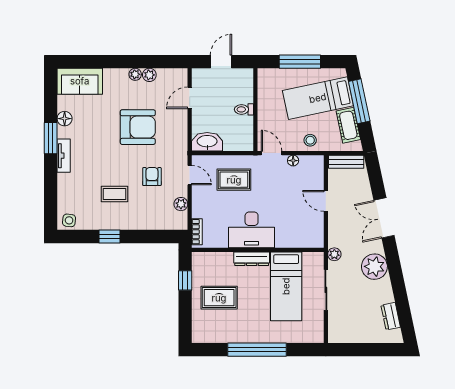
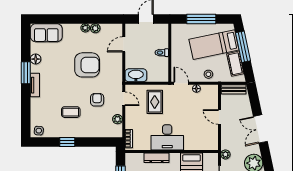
rug: (234, 180) -> (155, 102), turned 90
dresser: (252, 259) -> (156, 158), moved

